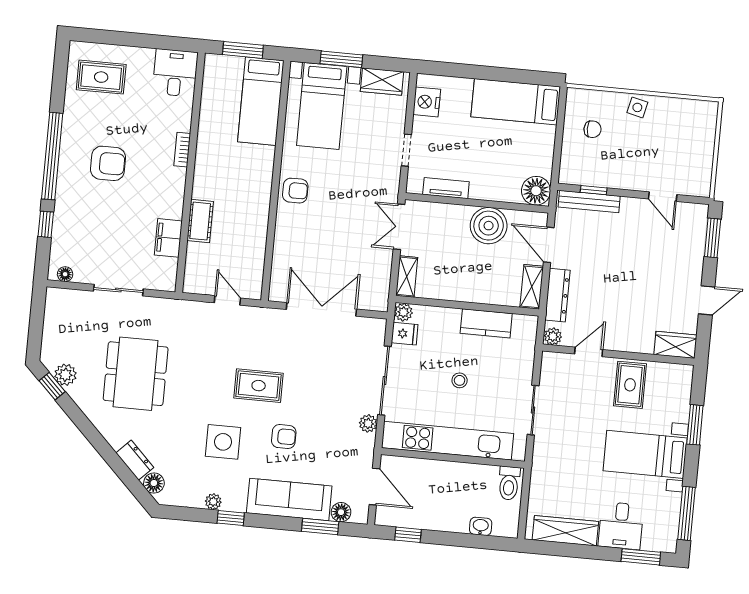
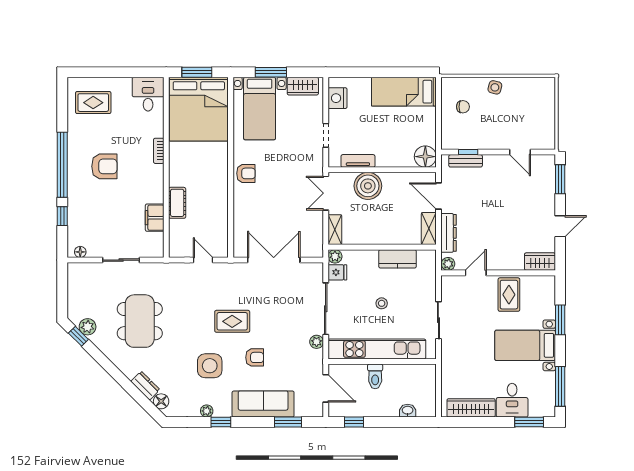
bed: (261, 101) -> (199, 109), width x2.04
bench: (589, 201) -> (466, 161), width x0.73
boiler: (489, 226) -> (368, 186), moved
toilet: (509, 483) -> (375, 376), moved
floor lamp: (341, 512) -> (303, 410), removed

